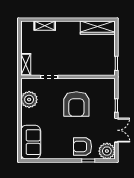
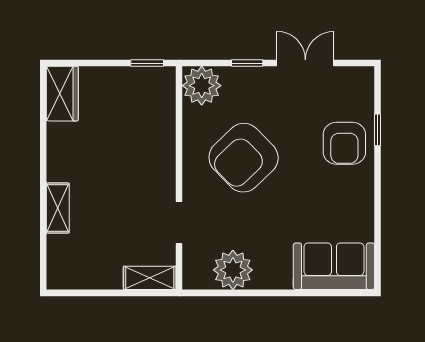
shelving: (45, 26) -> (58, 208), moved
wardrobe: (98, 28) -> (62, 94), width x0.67
armchair: (76, 104) -> (244, 158), turned 136
plant: (107, 151) -> (202, 86), moved

